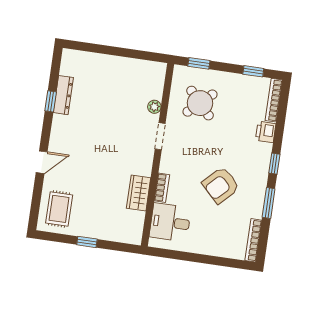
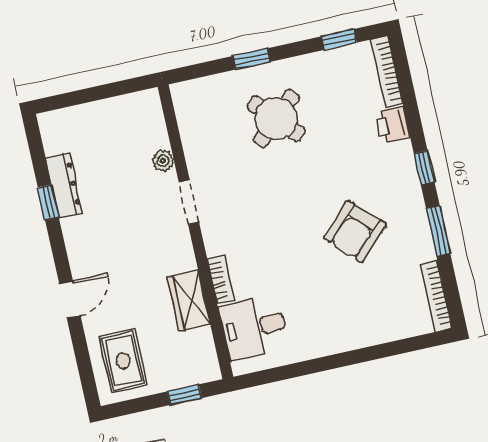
plant: (154, 107) -> (163, 161), moved
doorway: (160, 136) -> (189, 202), moved
wall: (157, 155) -> (195, 232), moved
bookcase: (162, 188) -> (221, 279), moved
wardrobe: (139, 193) -> (189, 301), moved
desk: (170, 222) -> (254, 327), moved

